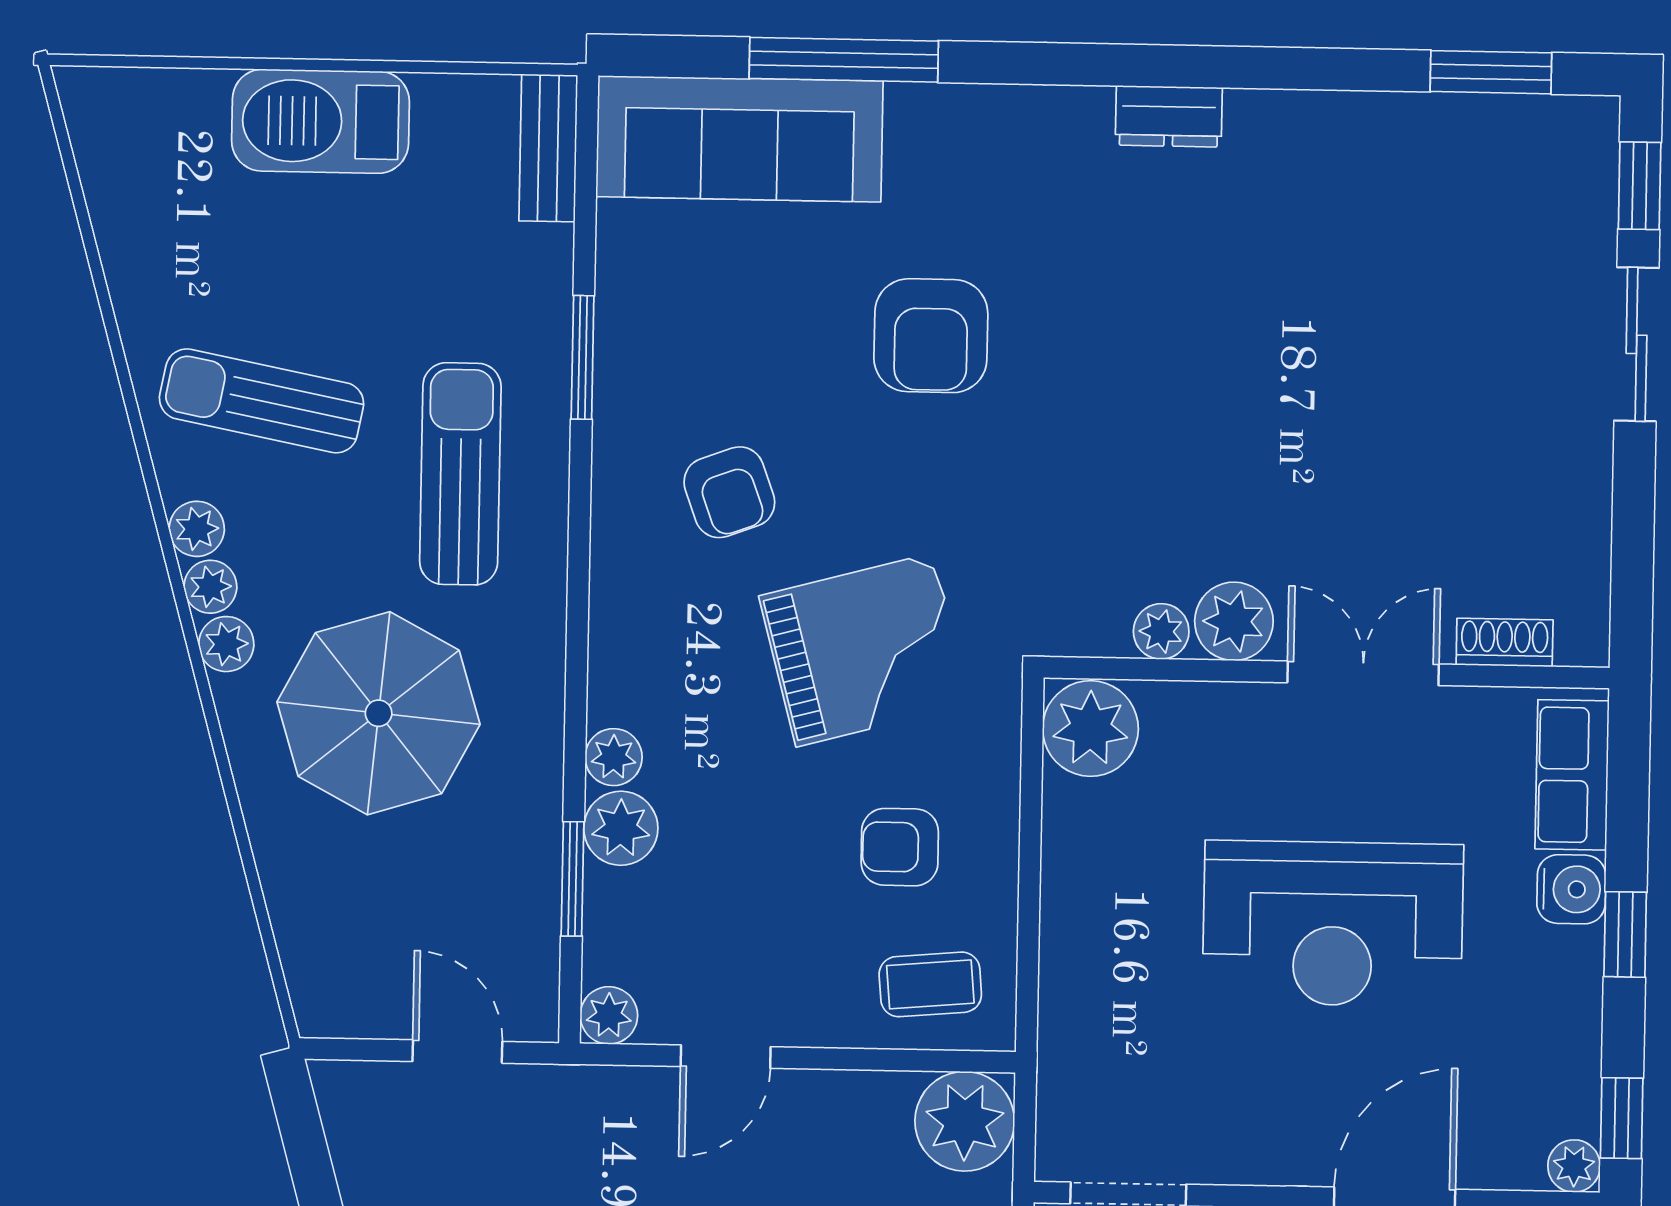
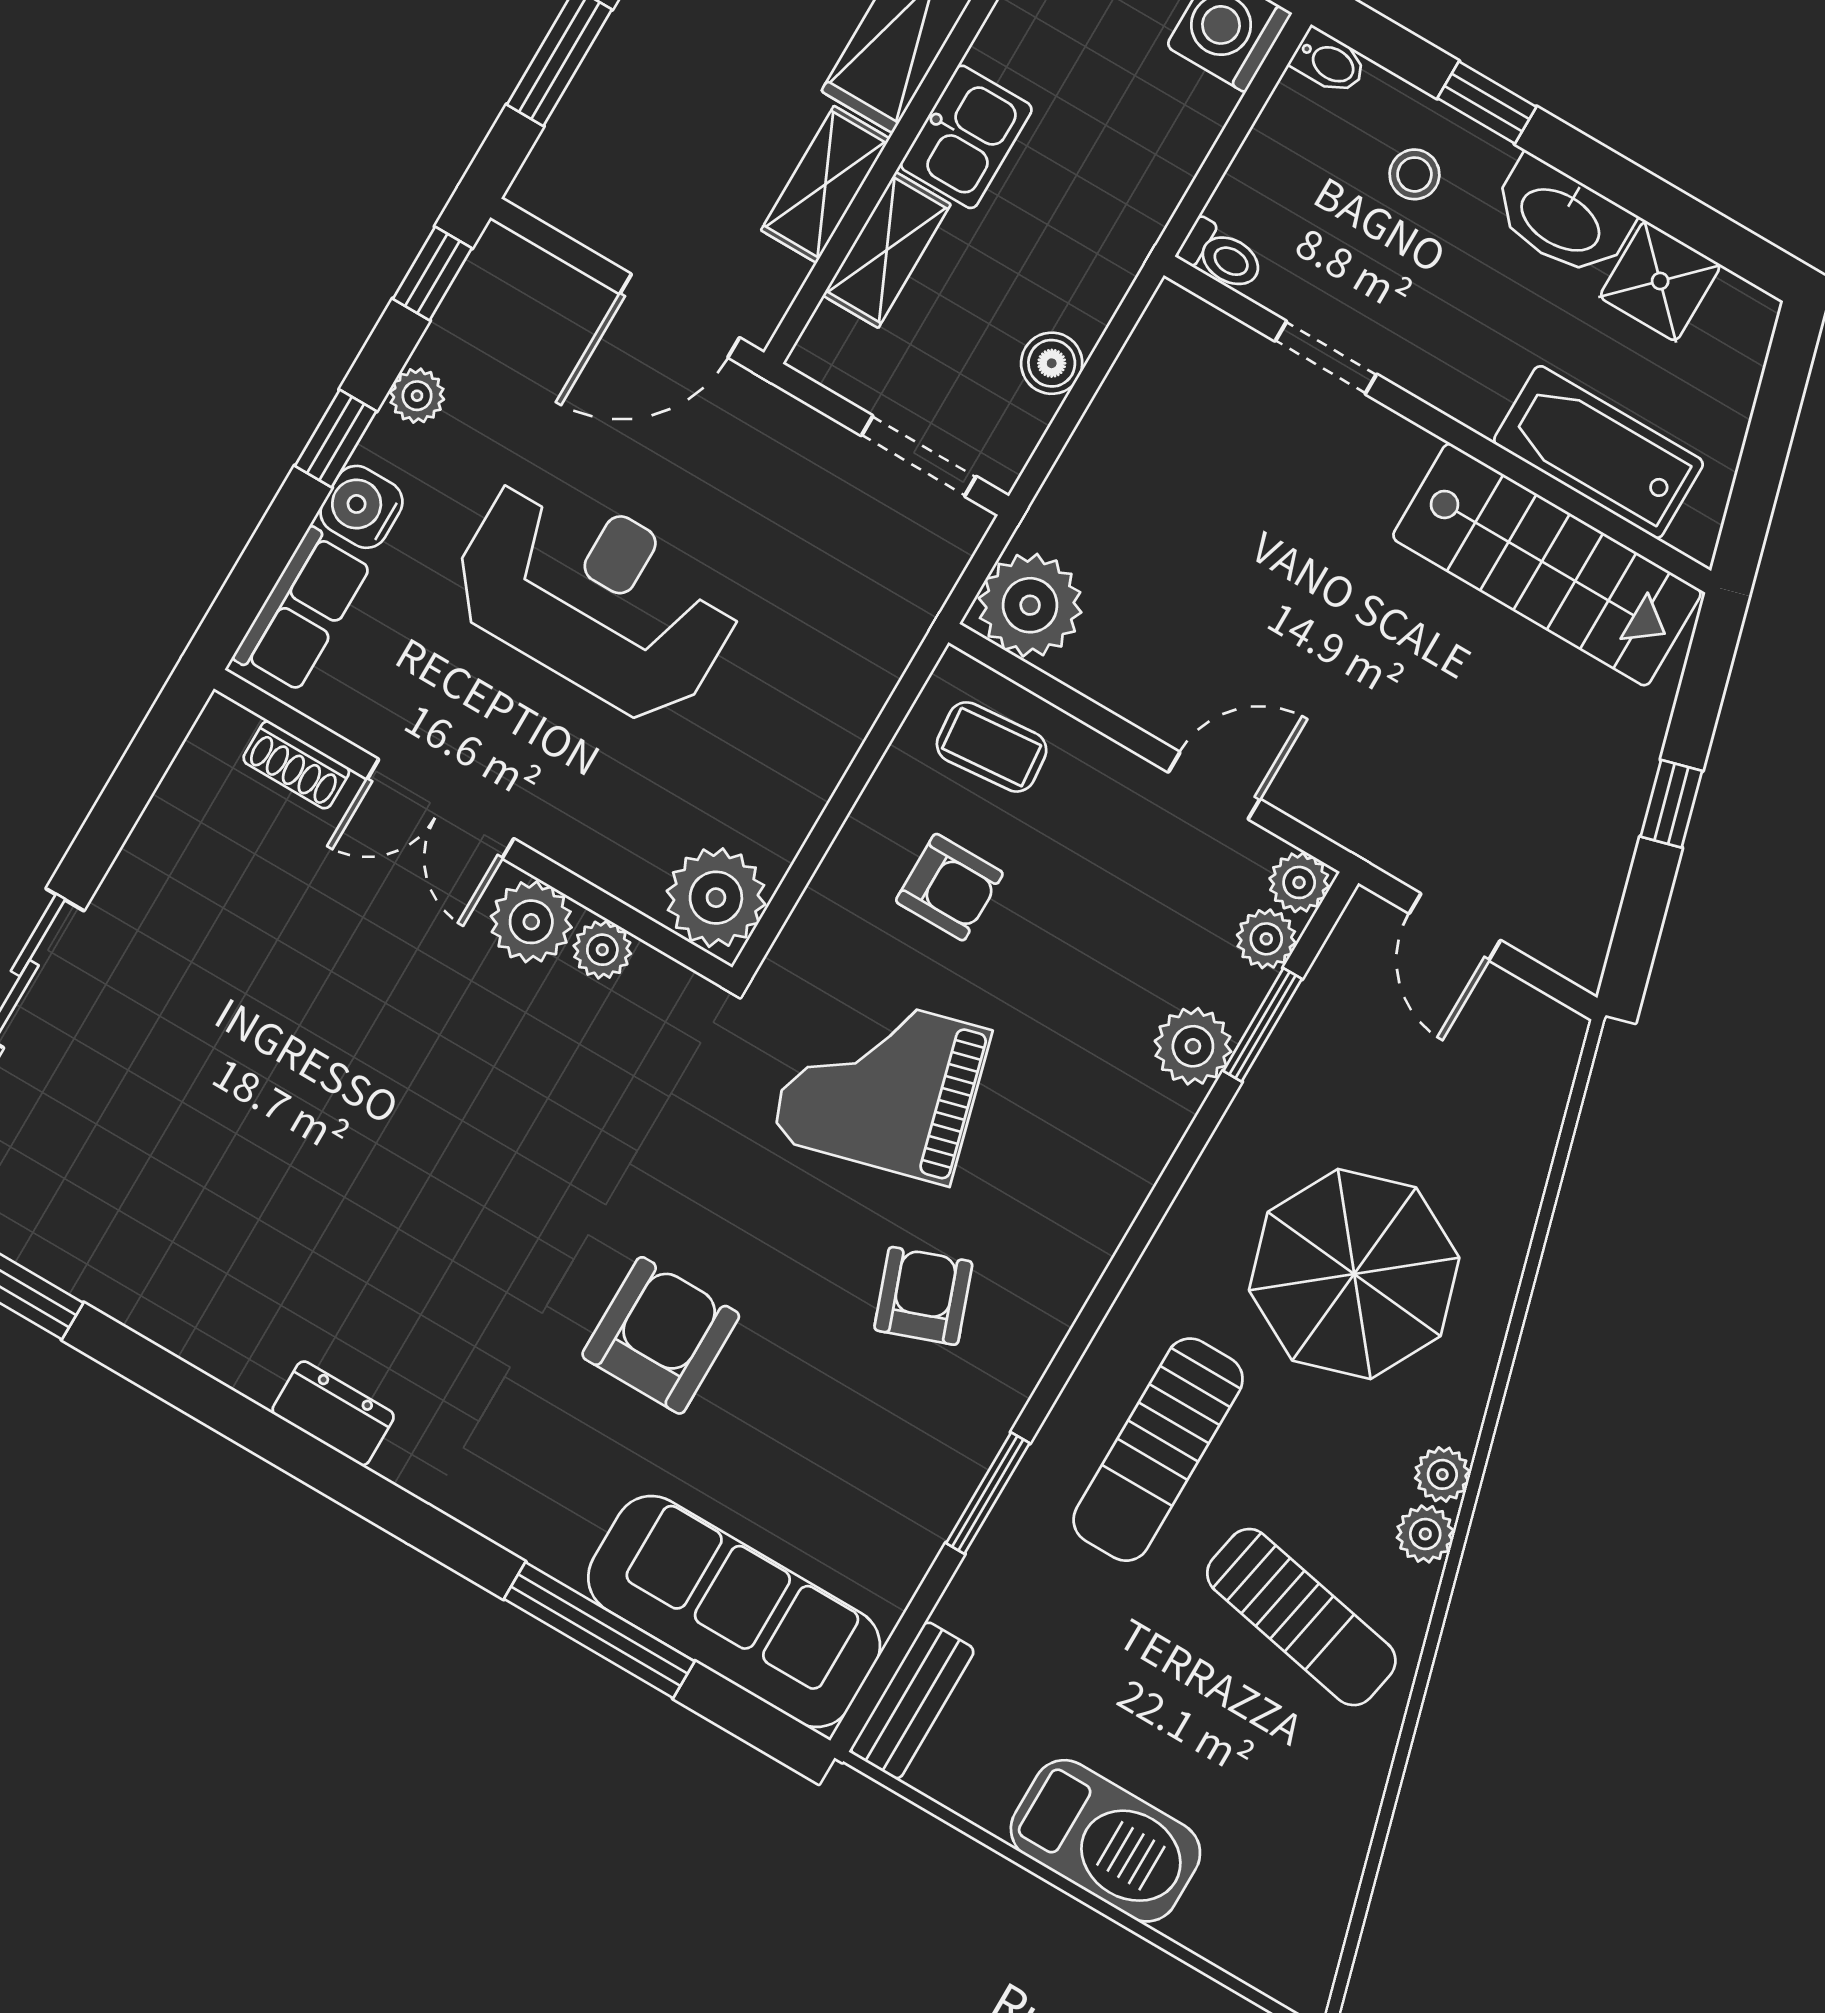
plant: (226, 644) -> (1457, 1414), removed
plant: (614, 757) -> (1266, 939), moved
plant: (1574, 1166) -> (417, 396), moved

